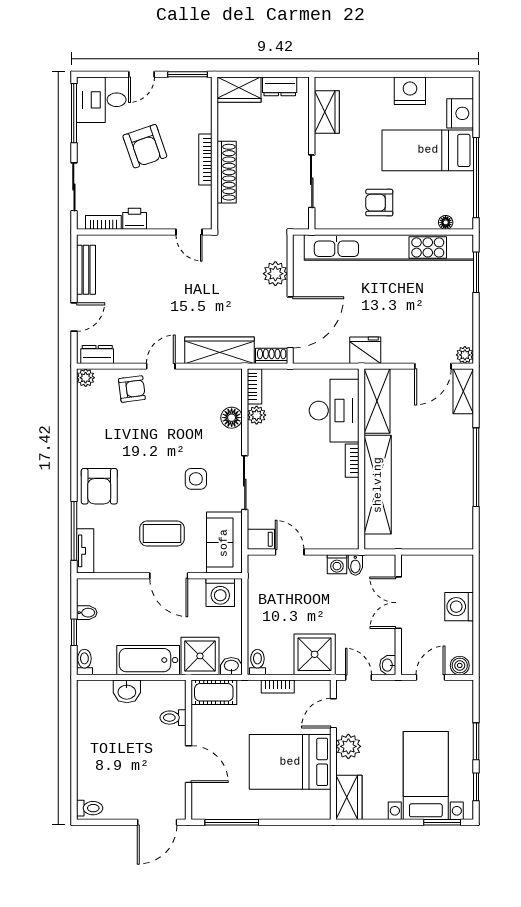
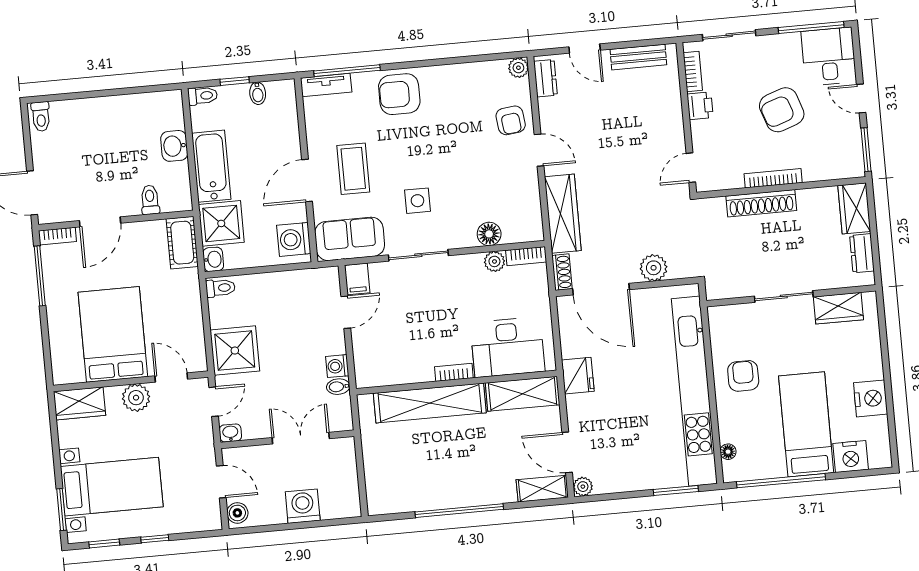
sliding door: (312, 181) -> (784, 296), moved
bookcase: (278, 687) -> (57, 236), moved, turned -90
window: (476, 741) -> (155, 539), width x0.67

